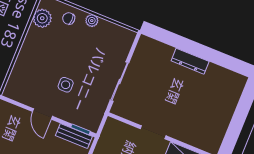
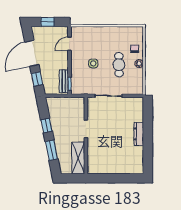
plant: (42, 18) -> (128, 32), removed
cafe table: (82, 49) -> (119, 65), added
door: (42, 114) -> (70, 44), moved

